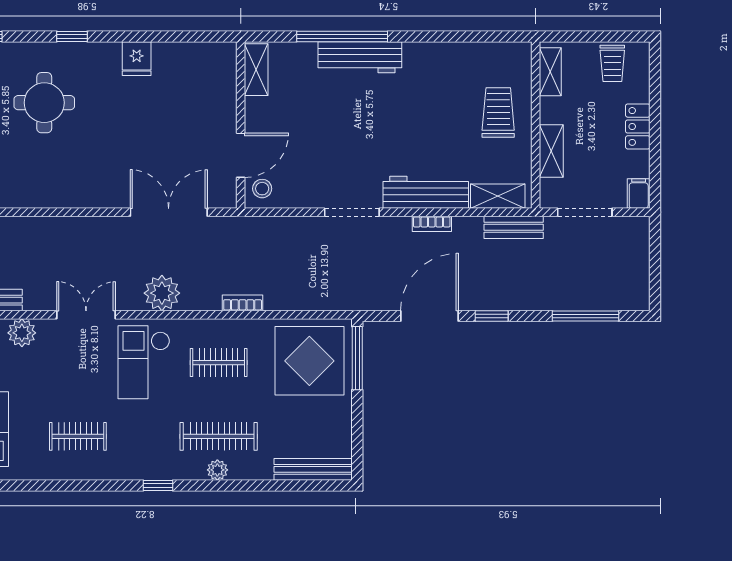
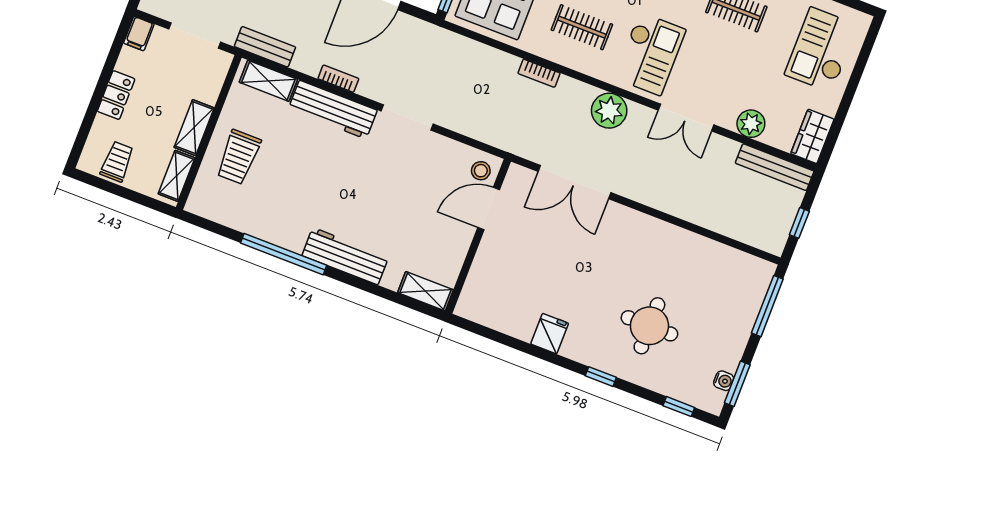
window: (342, 36) -> (284, 254), moved
shelving: (256, 70) -> (426, 291), moved, turned 90
shelving: (551, 151) -> (194, 128), moved

